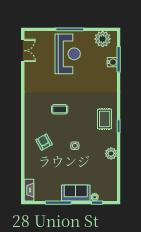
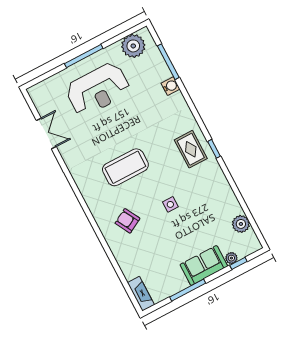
double door: (23, 51) -> (46, 134), moved
reception desk: (68, 54) -> (98, 89), turned 90
water cooler: (112, 62) -> (170, 86), moved
coffee table: (60, 109) -> (125, 167), width x1.86, depth x1.72
plant: (111, 153) -> (241, 224), moved

